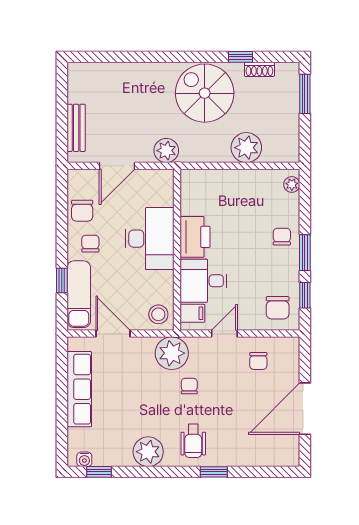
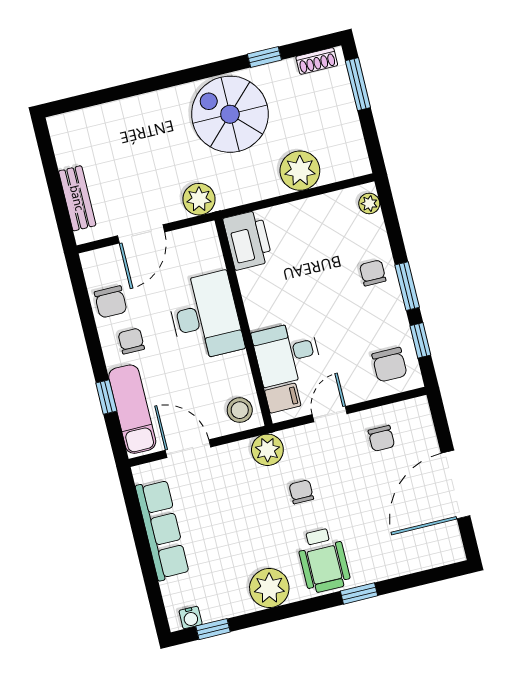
shoe rack: (259, 69) -> (317, 61), moved
printer: (195, 237) -> (248, 240), moved
plant: (172, 353) -> (267, 450), width x0.73, depth x0.73
wheelchair: (193, 441) -> (323, 560), width x1.36, depth x1.37

